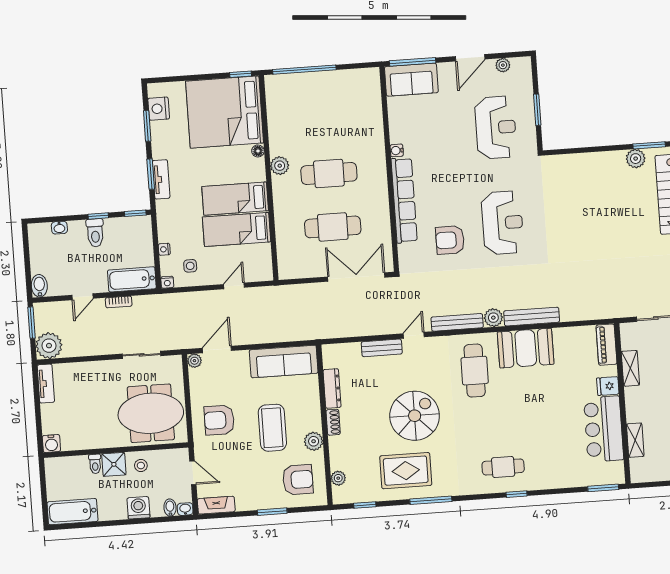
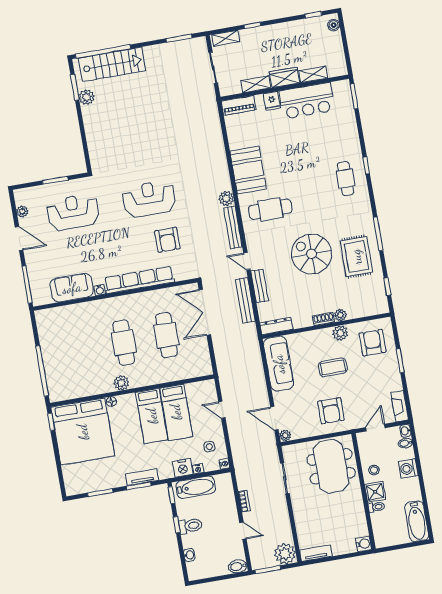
sofa: (411, 80) -> (72, 288), moved, turned -90
nightstand: (159, 109) -> (183, 468), moved
bathtub: (132, 279) -> (196, 487), moved, turned -90
bench: (532, 317) -> (245, 300), moved
dresser: (332, 388) -> (276, 326), moved
wardrobe: (635, 404) -> (284, 77), added
coffee table: (272, 428) -> (333, 367), width x0.73, depth x0.76
plant: (338, 478) -> (340, 315), moved

